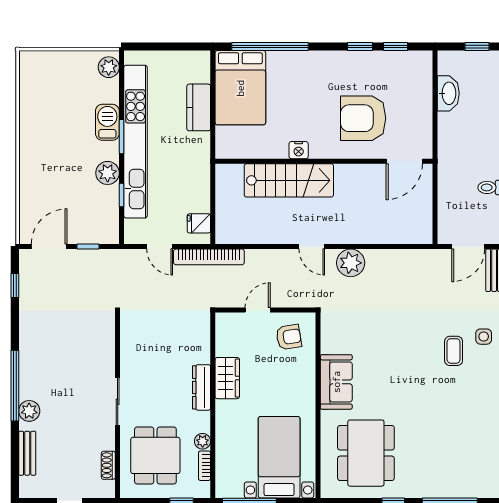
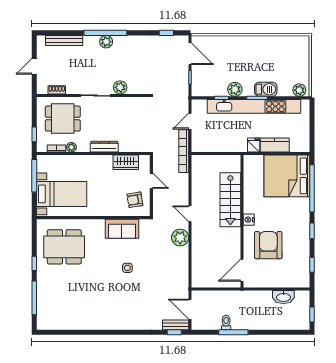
window: (360, 47) -> (312, 231), moved
bed: (240, 88) -> (287, 176), width x1.36
nightstand: (299, 150) -> (249, 220), moved
door: (404, 161) -> (242, 270), hinge flipped
fridge: (199, 223) -> (254, 145), moved
door: (312, 247) -> (190, 214), hinge flipped
armchair: (289, 337) -> (135, 200), turned 90
side table: (484, 337) -> (127, 268), moved
coffee table: (454, 351) -> (126, 300), removed
plant: (104, 361) -> (120, 87), added
wardrobe: (227, 378) -> (126, 162), moved
sofa: (336, 382) -> (122, 229), moved
plant: (29, 411) -> (106, 42), moved
bench: (27, 453) -> (64, 40), width x1.36

